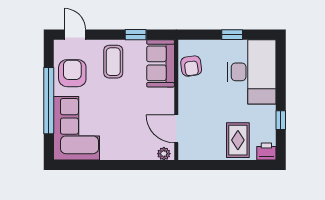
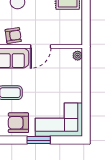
window: (49, 101) -> (39, 140), width x0.47
door: (176, 129) -> (41, 46), moved

